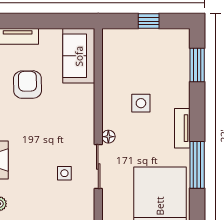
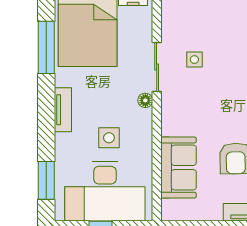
desk: (145, 55) -> (105, 191), added
sofa: (79, 56) -> (178, 168), moved
window: (197, 165) -> (46, 47), moved

